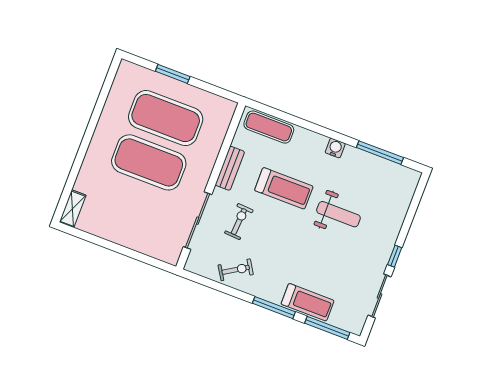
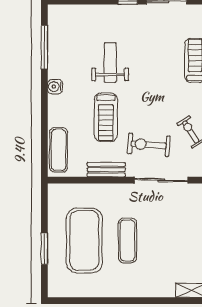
exercise mat: (149, 162) -> (127, 240), width x0.50, depth x0.69
treadmill: (284, 188) -> (106, 117), turned 180
exercise bike: (239, 222) -> (149, 145), width x1.38, depth x1.39

